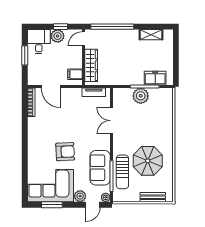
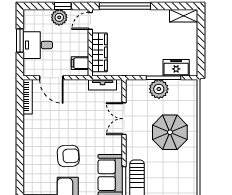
shelving: (151, 35) -> (184, 16), moved
desk: (39, 42) -> (38, 45), moved, turned -90
parasol: (148, 161) -> (170, 132), moved

